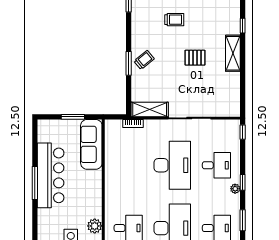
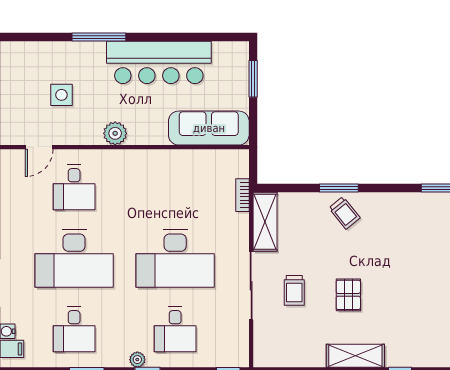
trolley: (174, 20) -> (294, 290), moved
window: (73, 117) -> (253, 79), moved
window: (35, 183) -> (99, 37), moved
plant: (95, 226) -> (115, 133), moved

